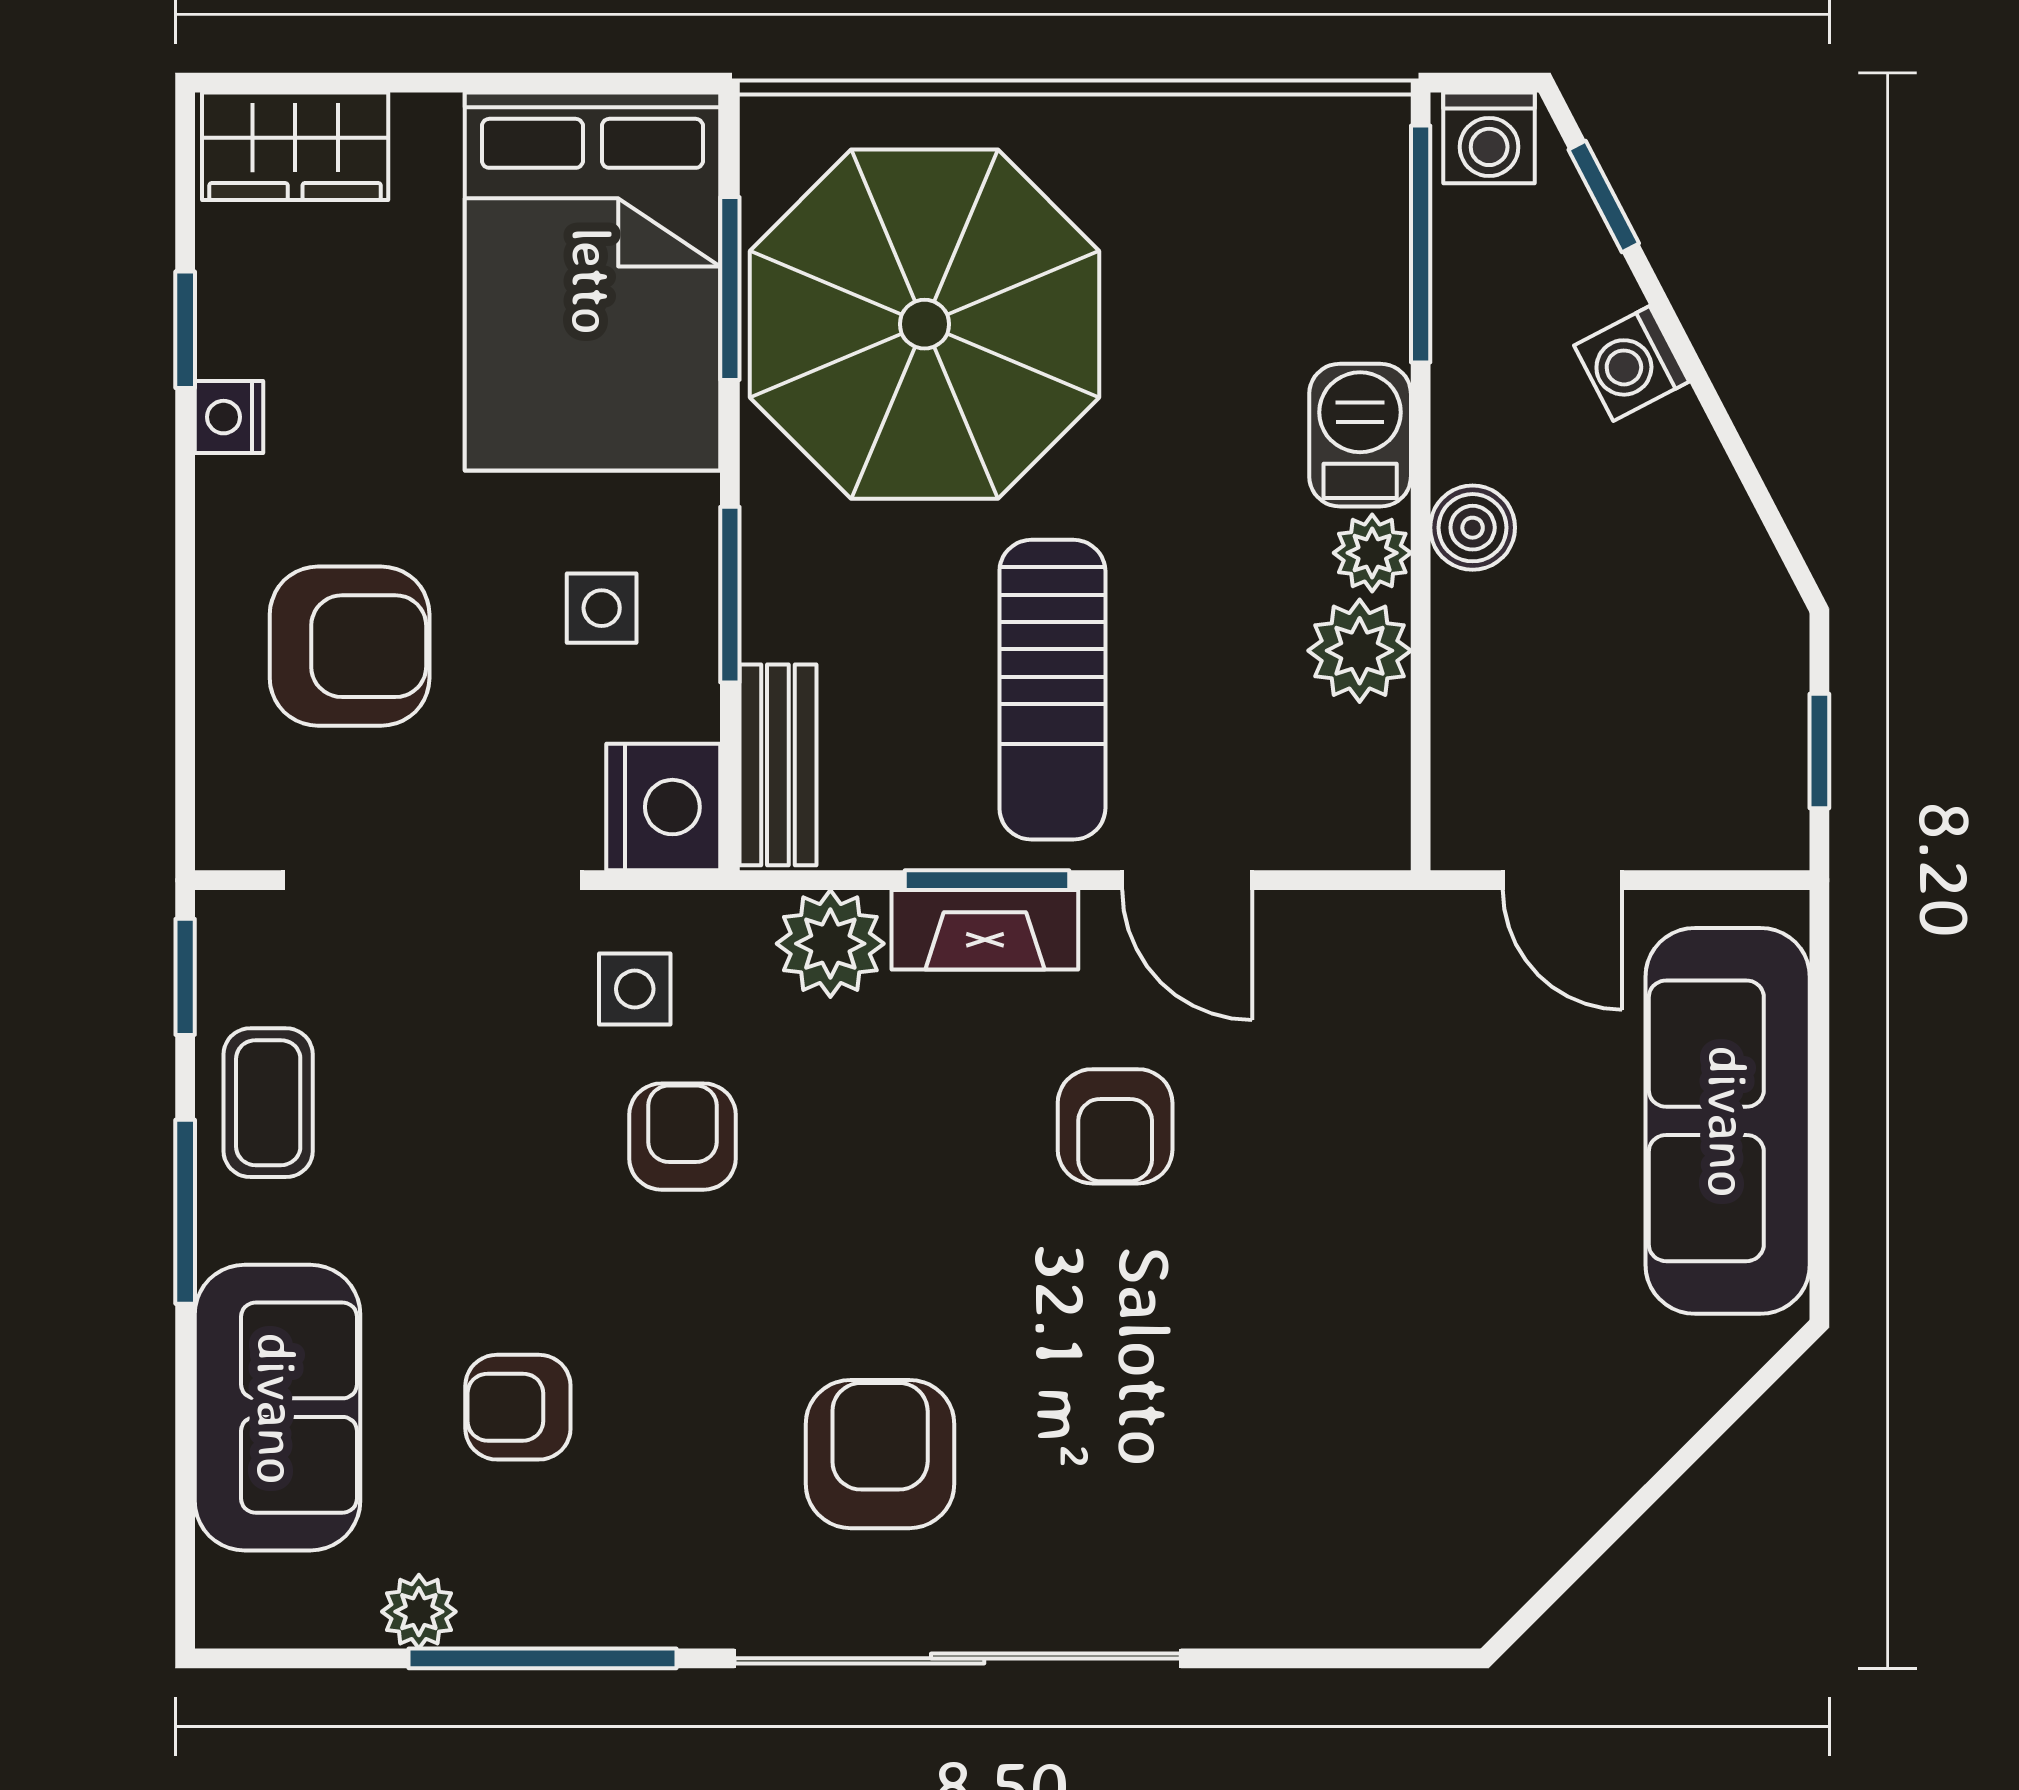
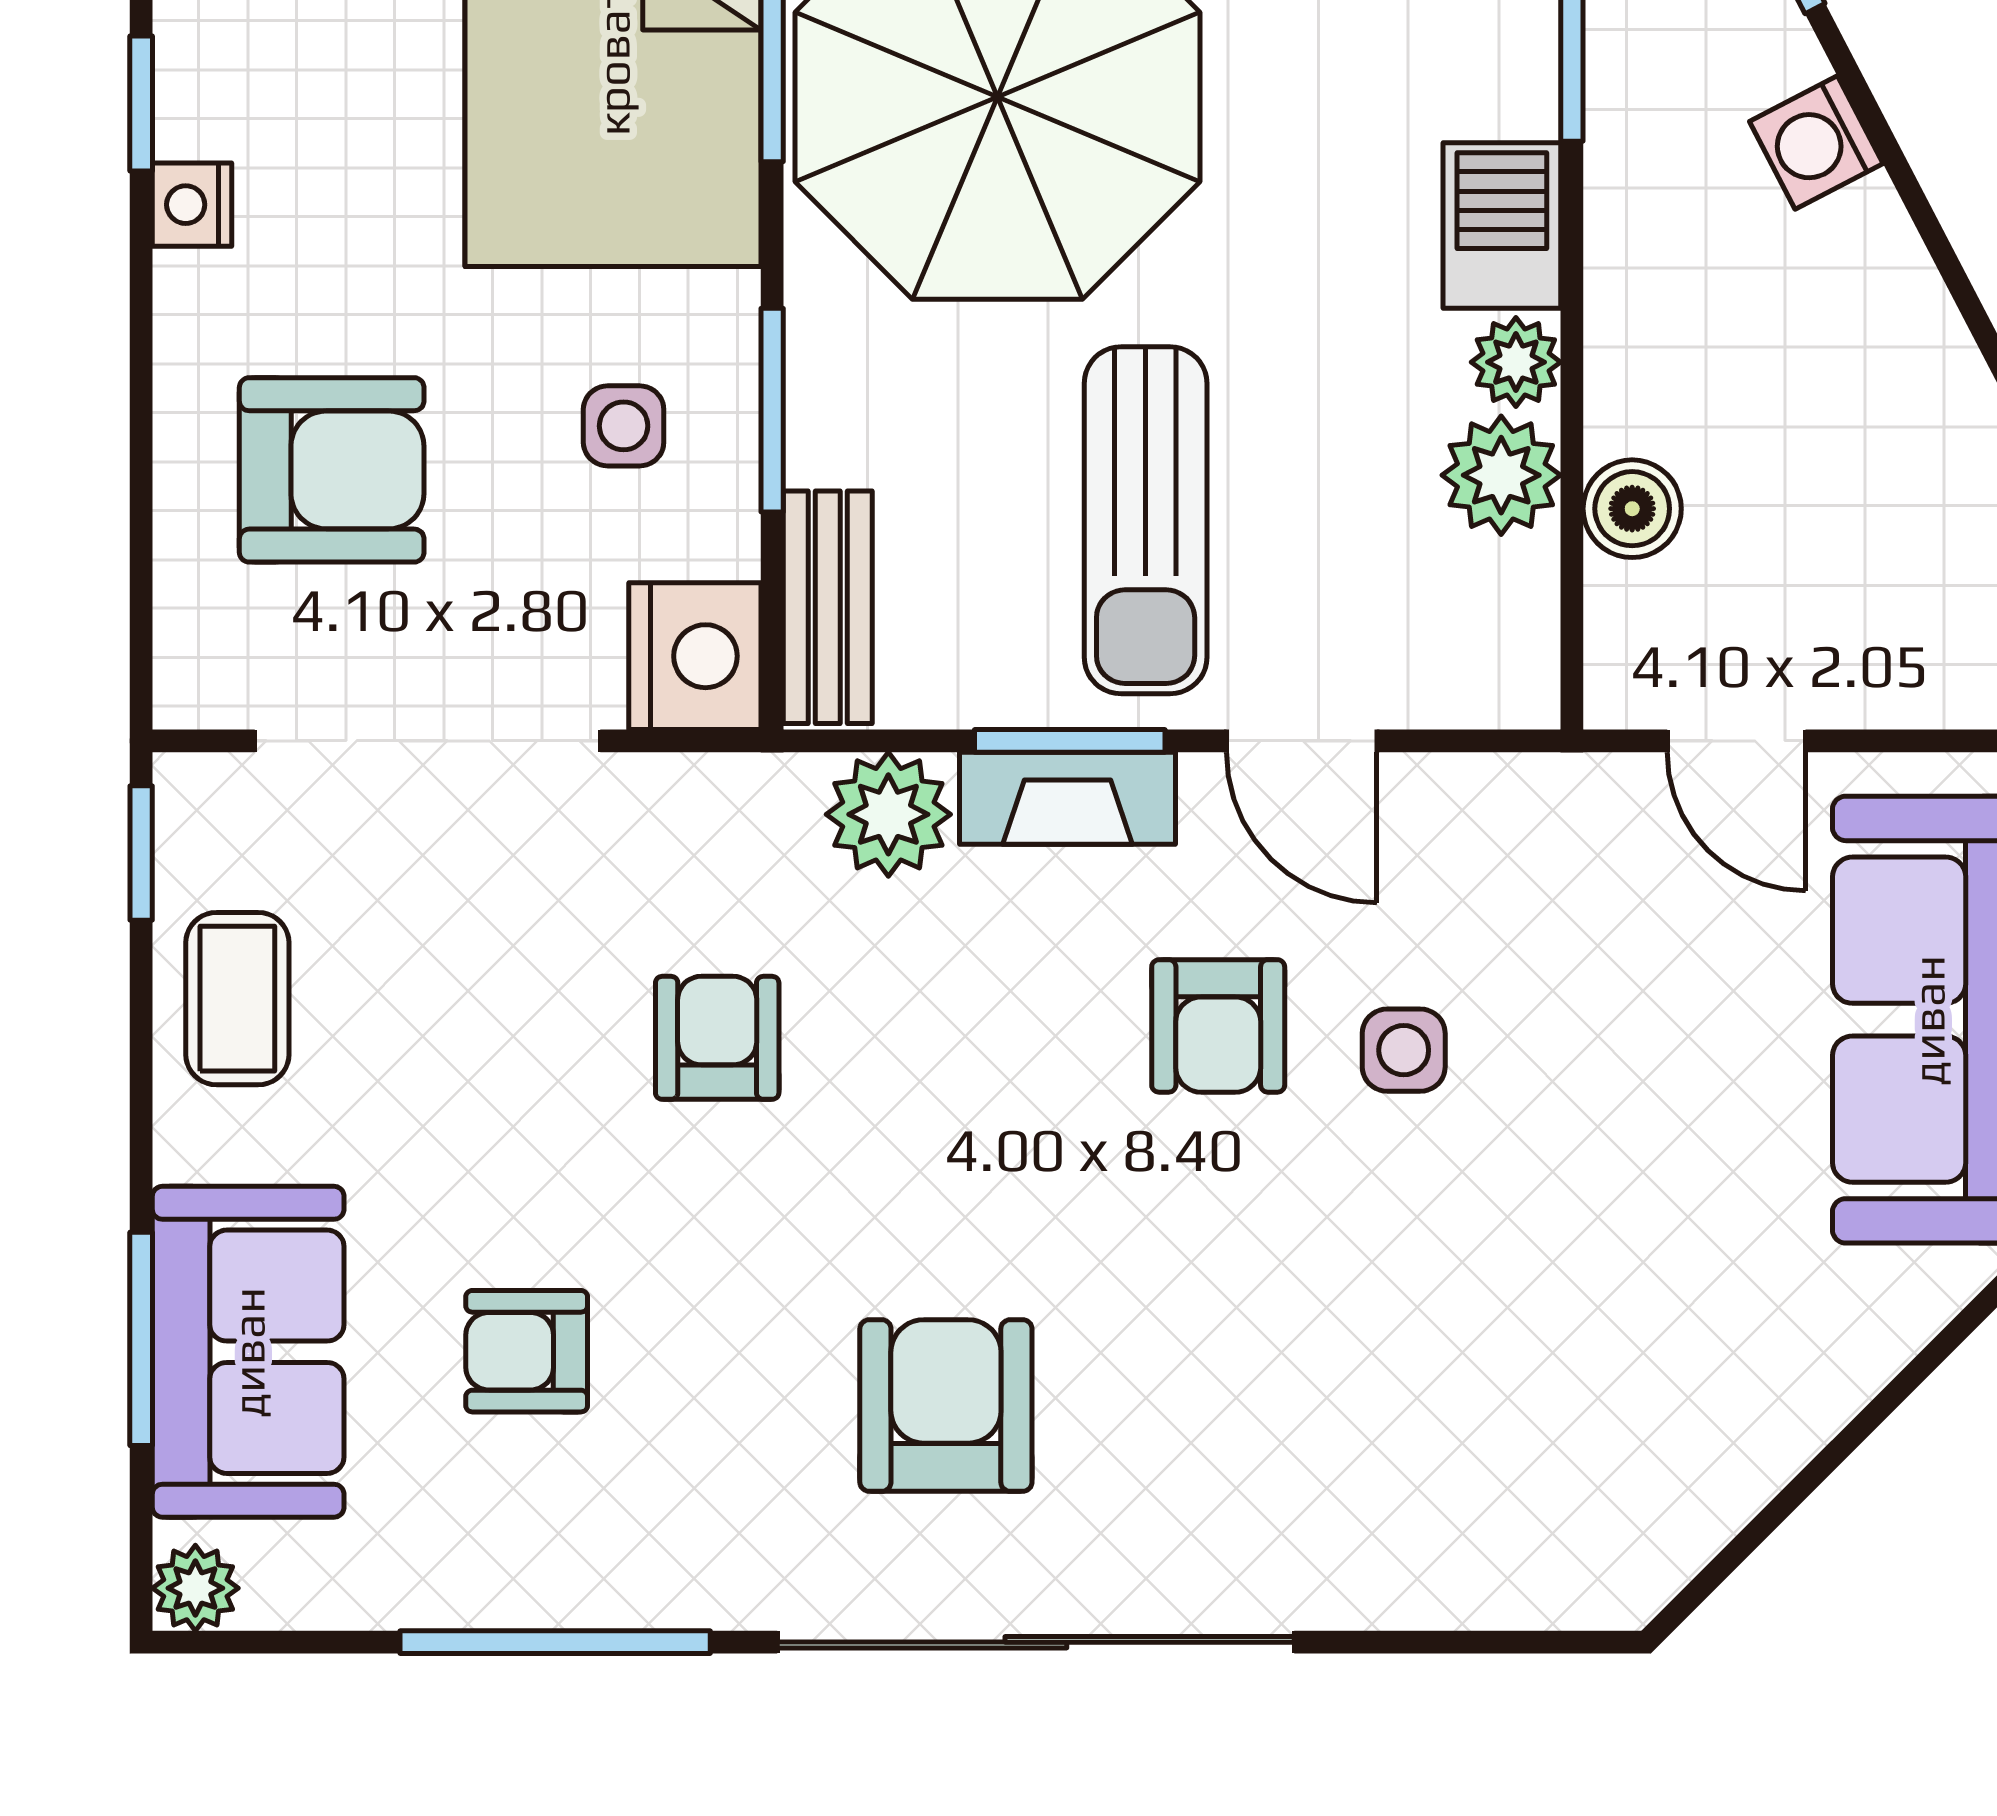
boiler: (1473, 528) -> (1632, 509), moved
side table: (635, 989) -> (1404, 1050), moved
window: (185, 1212) -> (141, 1339), moved
plant: (419, 1612) -> (195, 1588), moved

